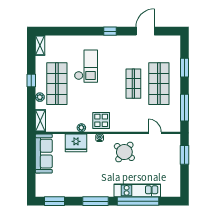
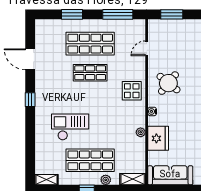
display table: (101, 120) -> (132, 91), moved

